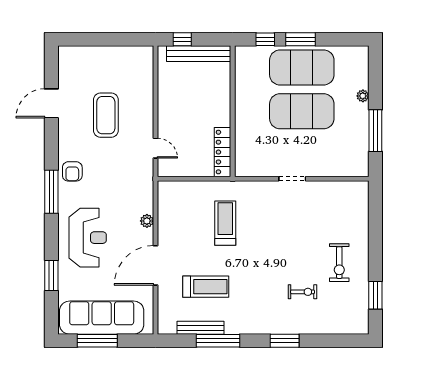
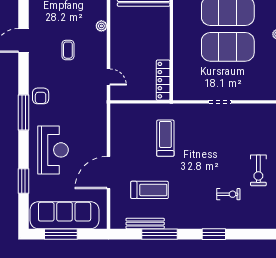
coffee table: (106, 115) -> (68, 50), width x0.54, depth x0.58
plant: (147, 221) -> (101, 26), moved

